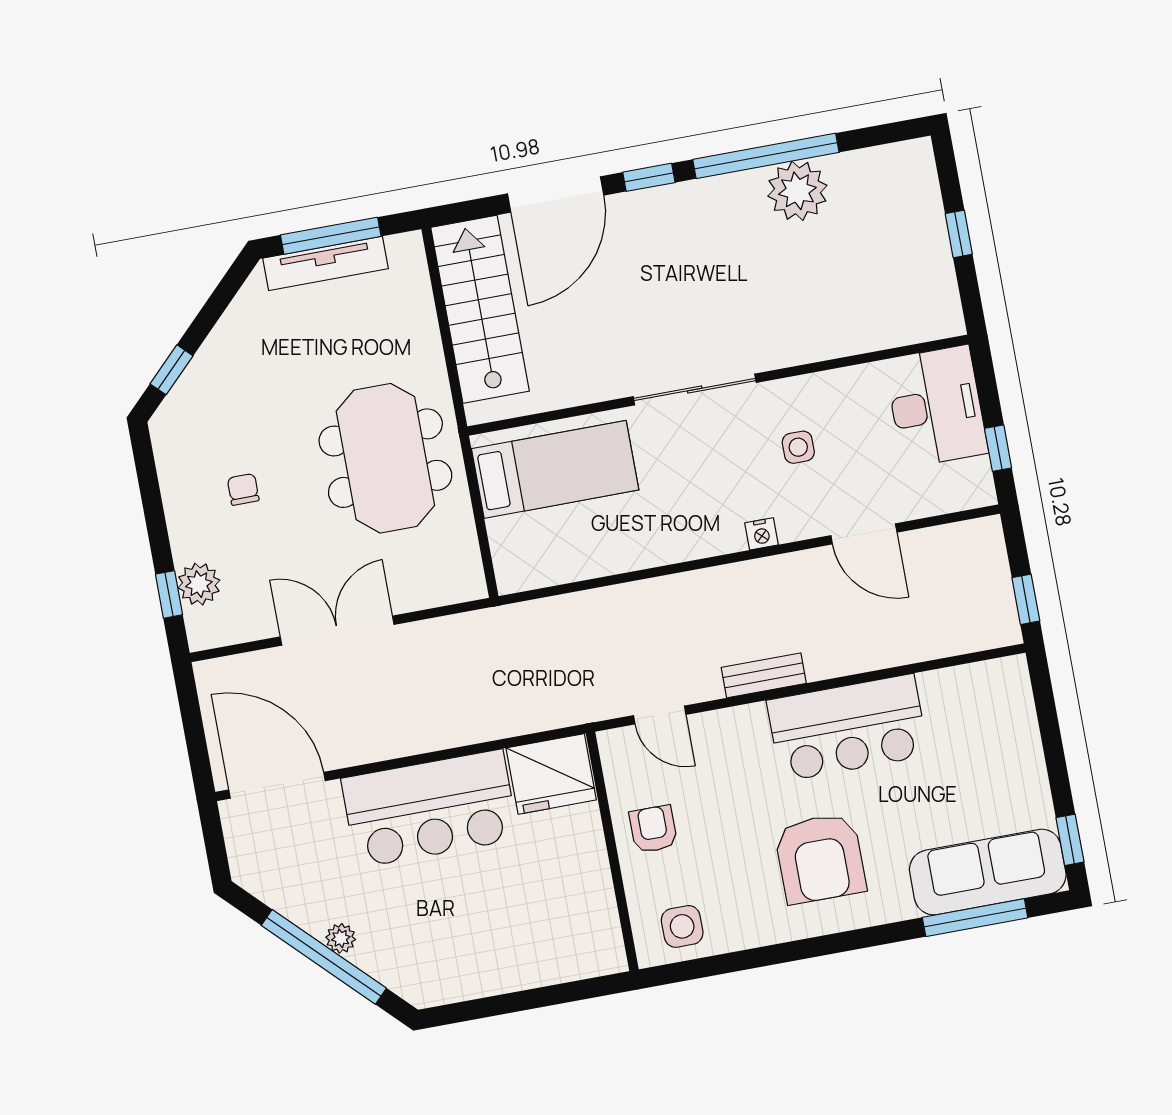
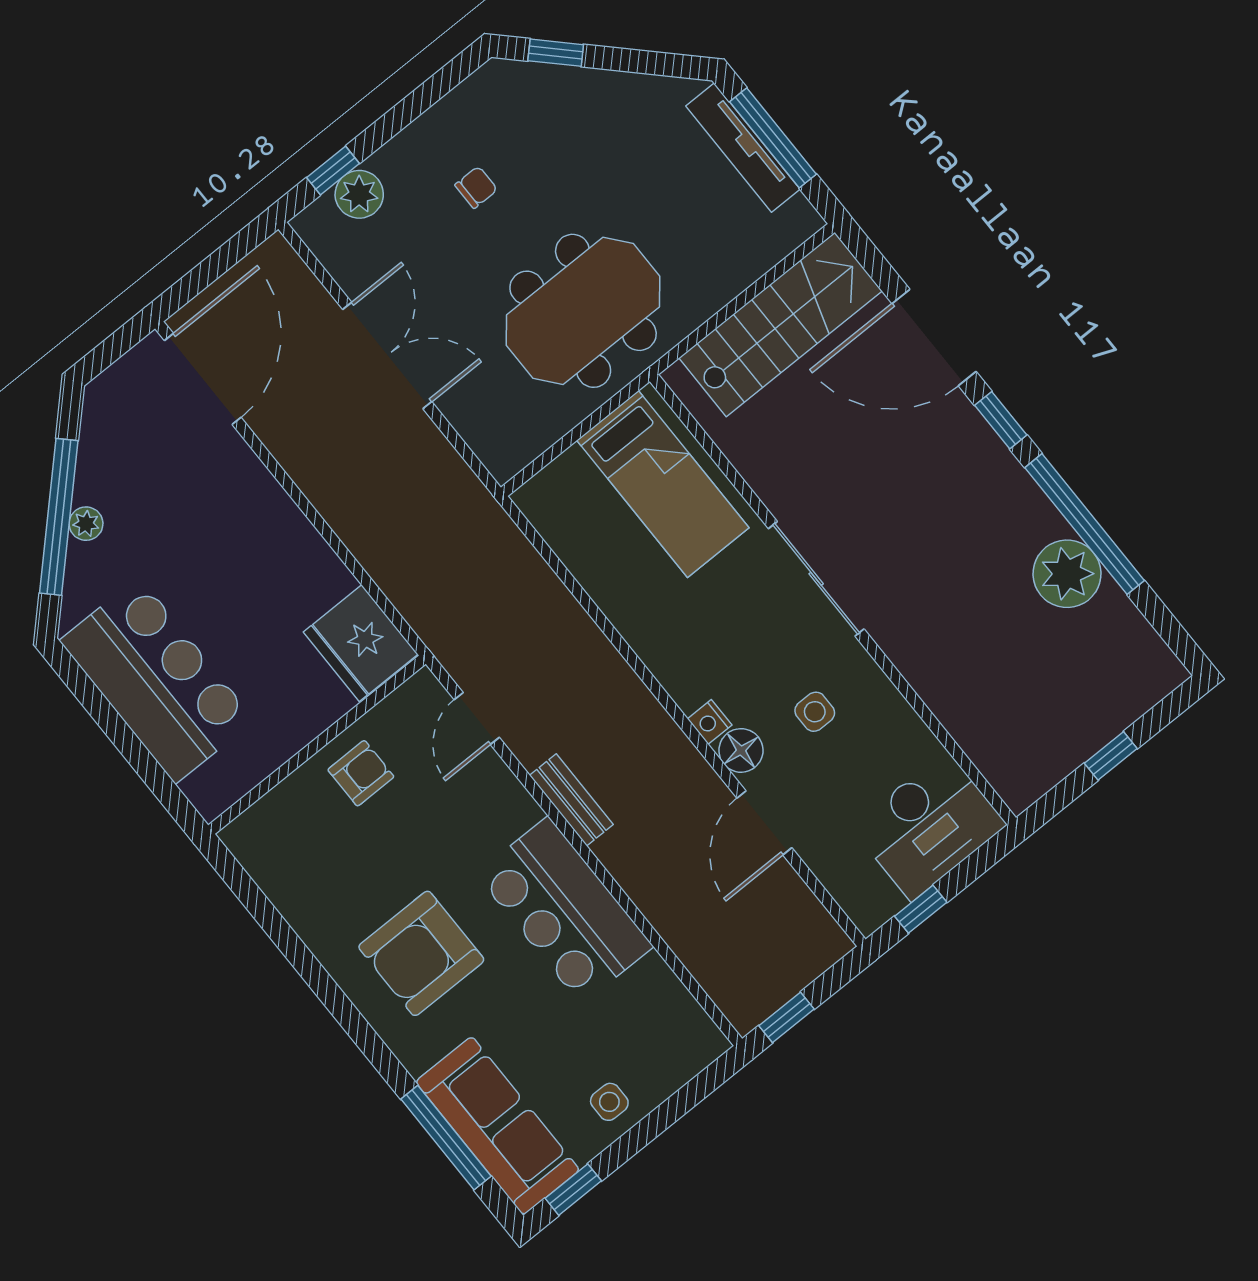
floor lamp: (797, 522) -> (741, 750), added
bar counter: (430, 809) -> (157, 680), moved, turned 180
side table: (682, 926) -> (609, 1102), moved, width x0.73, depth x0.73

